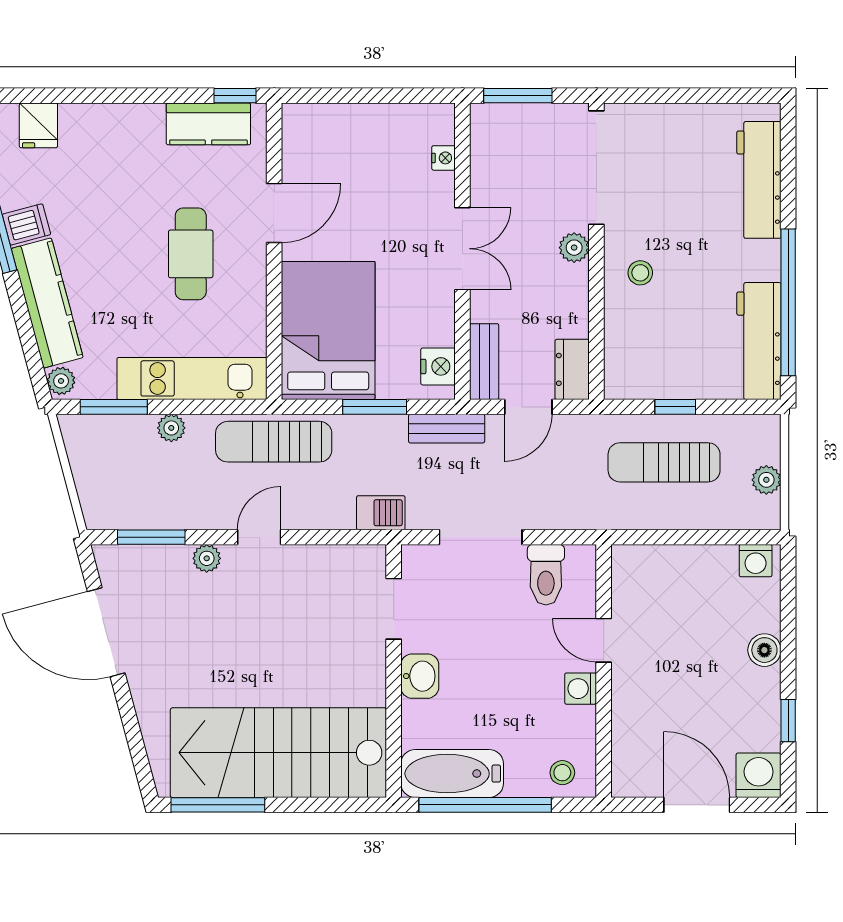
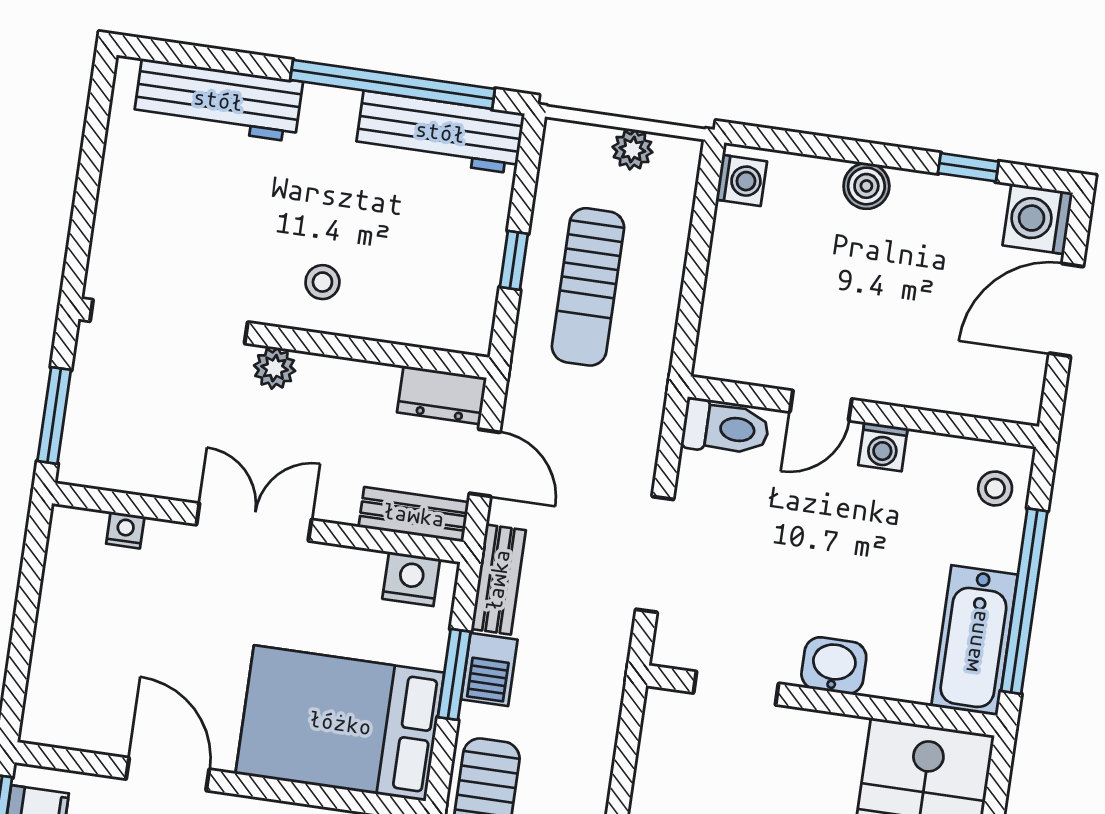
barbecue: (381, 513) -> (489, 670), moved, turned 180
toilet: (546, 575) -> (726, 428), moved

